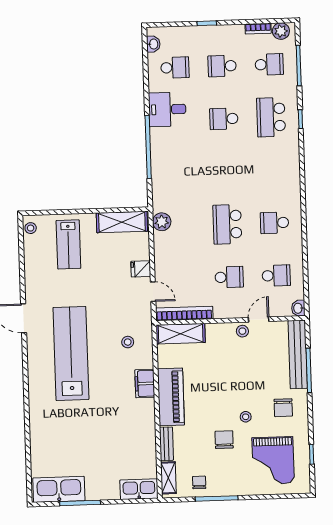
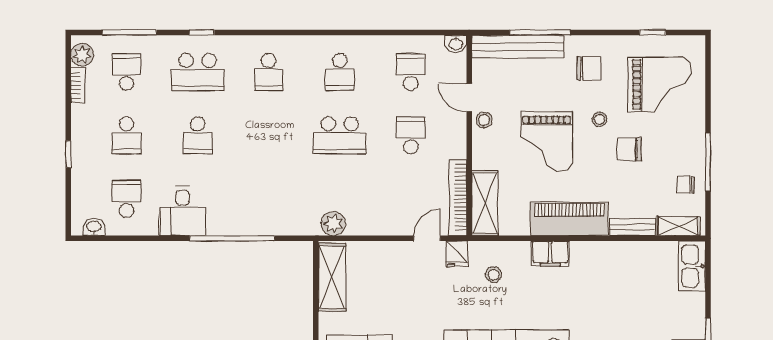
school desk: (273, 170) -> (269, 72), added
fridge: (141, 269) -> (457, 254), moved
grand piano: (228, 378) -> (547, 141), added

